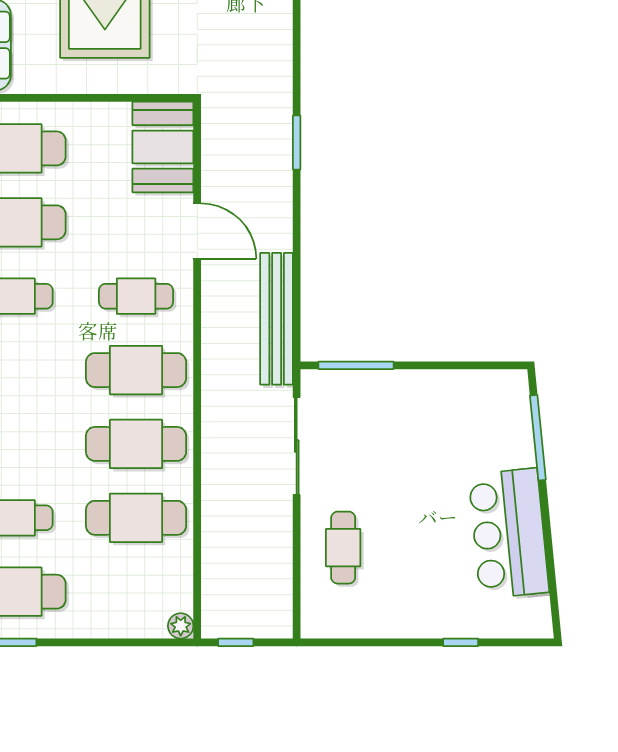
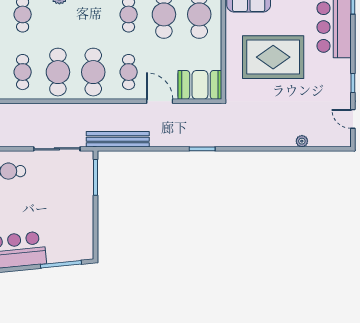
door: (197, 231) -> (160, 101), swing flipped
cafe table: (136, 518) -> (23, 72), width x0.73, depth x0.74

